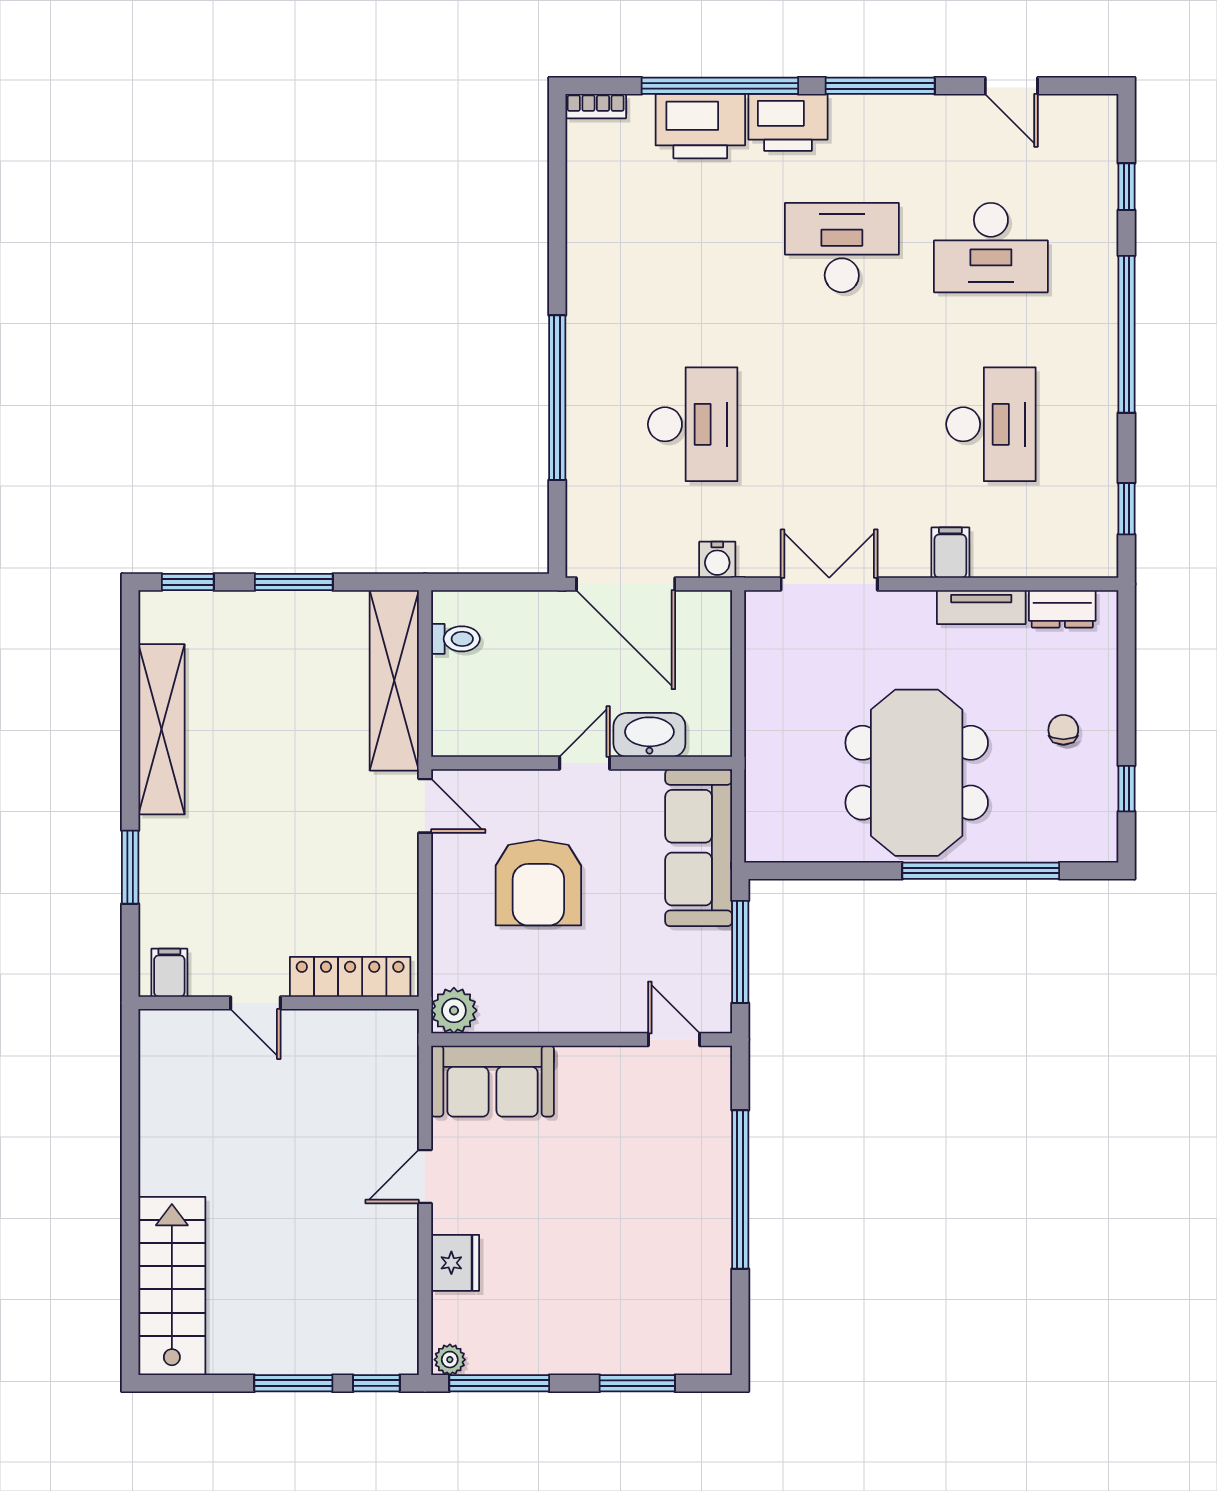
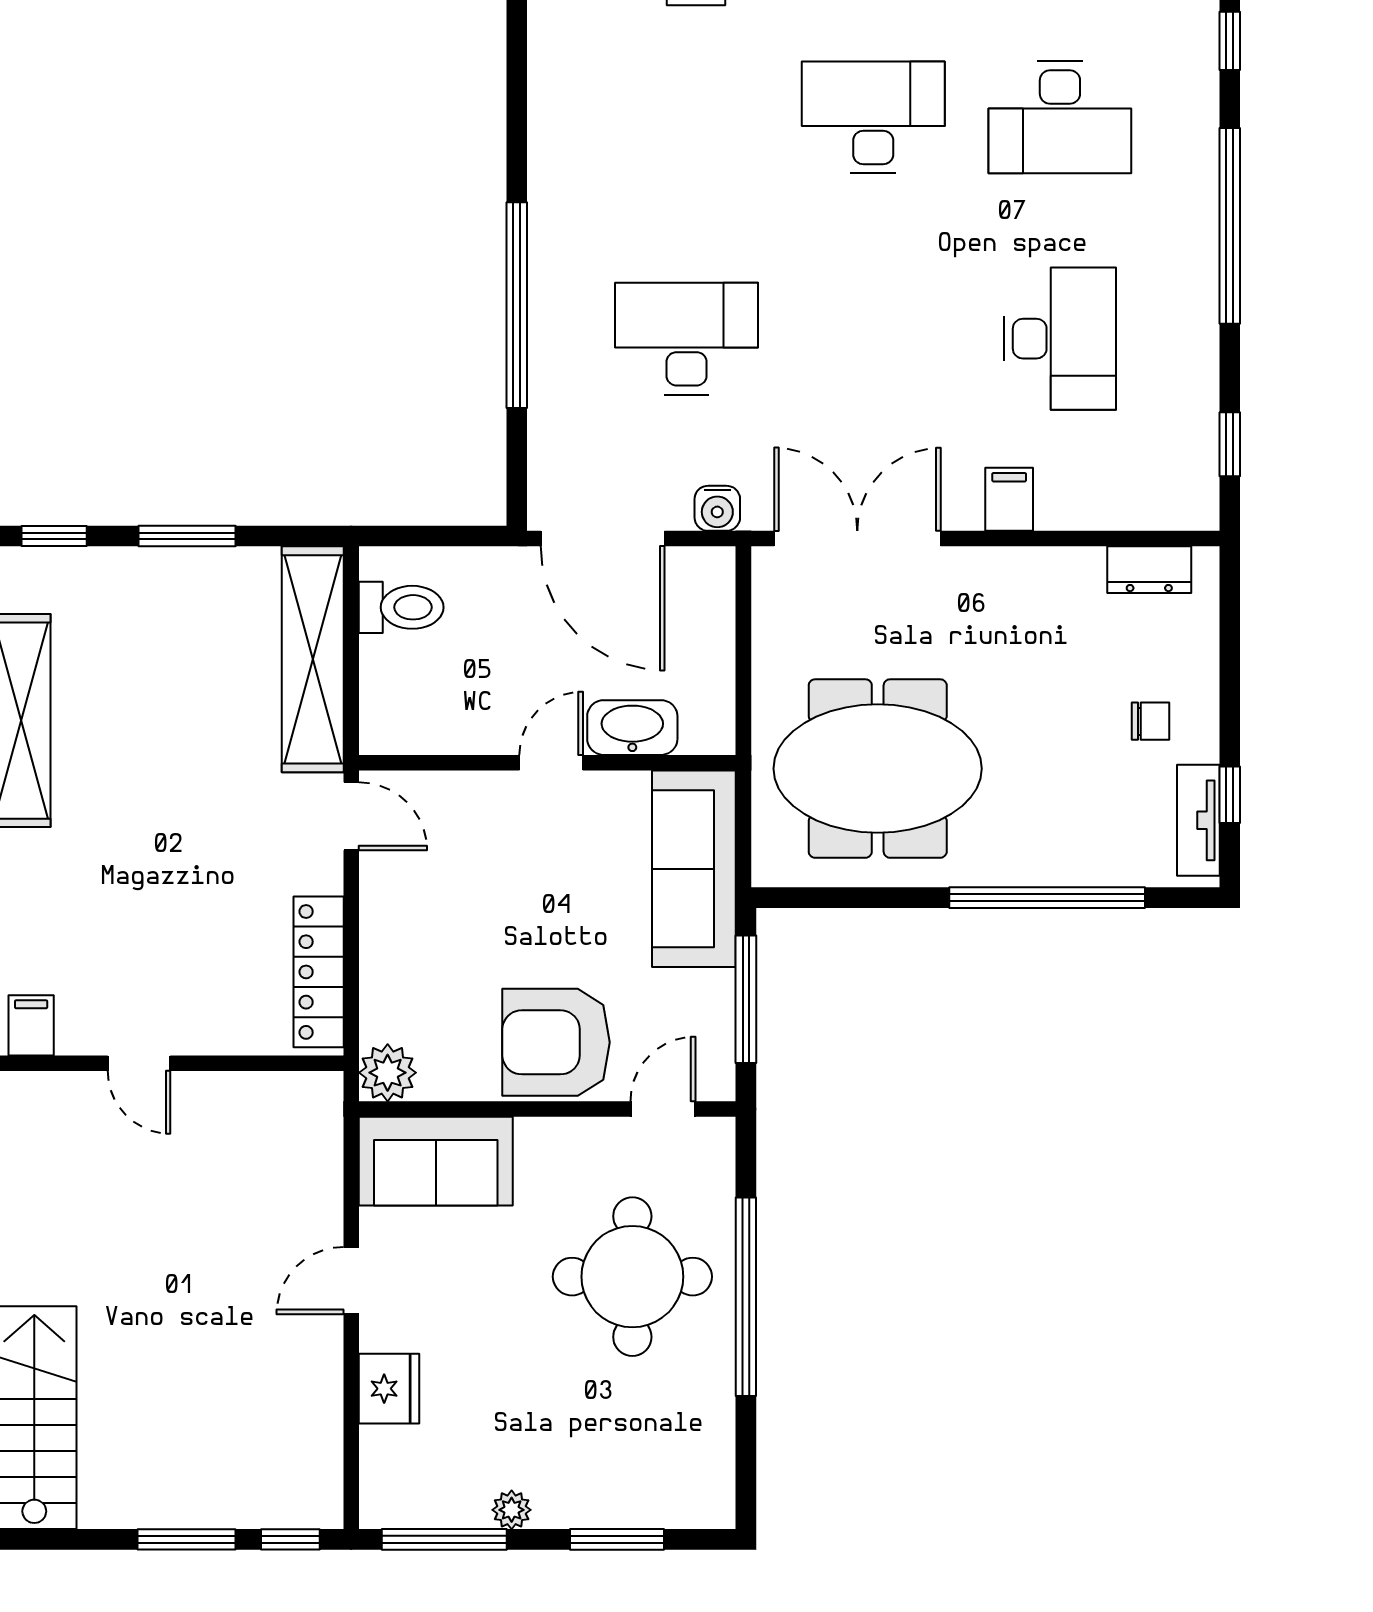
desk: (693, 424) -> (687, 339), turned -90
double door: (829, 584) -> (857, 539), width x1.37
tv unit: (981, 607) -> (1198, 820), moved, turned 90
toilet: (455, 639) -> (401, 607), width x1.37, depth x1.39
chair: (1063, 730) -> (1151, 721), turned 90
meeting table: (917, 773) -> (878, 769), moved, turned 90
armchair: (538, 883) -> (556, 1042), moved, turned 90
locker: (350, 977) -> (319, 972), moved, turned -90
door: (674, 1039) -> (663, 1109), hinge flipped
round table: (649, 1173) -> (632, 1277), added
plant: (450, 1360) -> (512, 1510), moved

